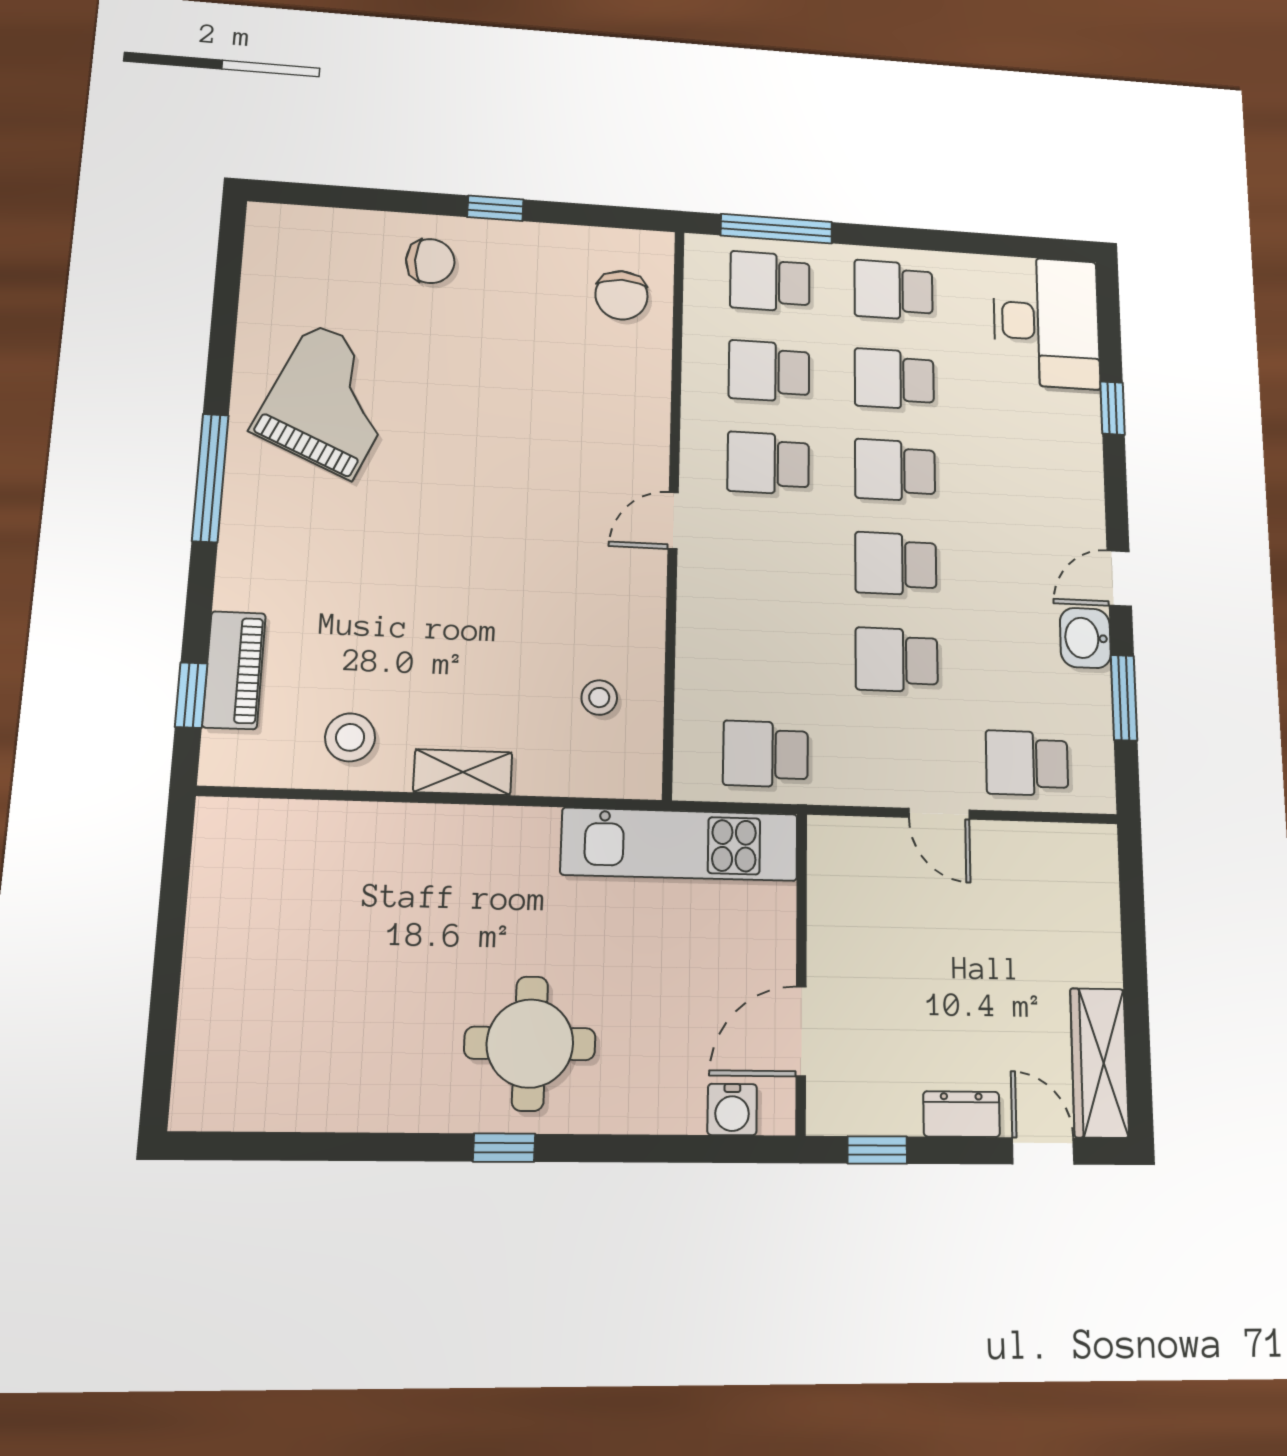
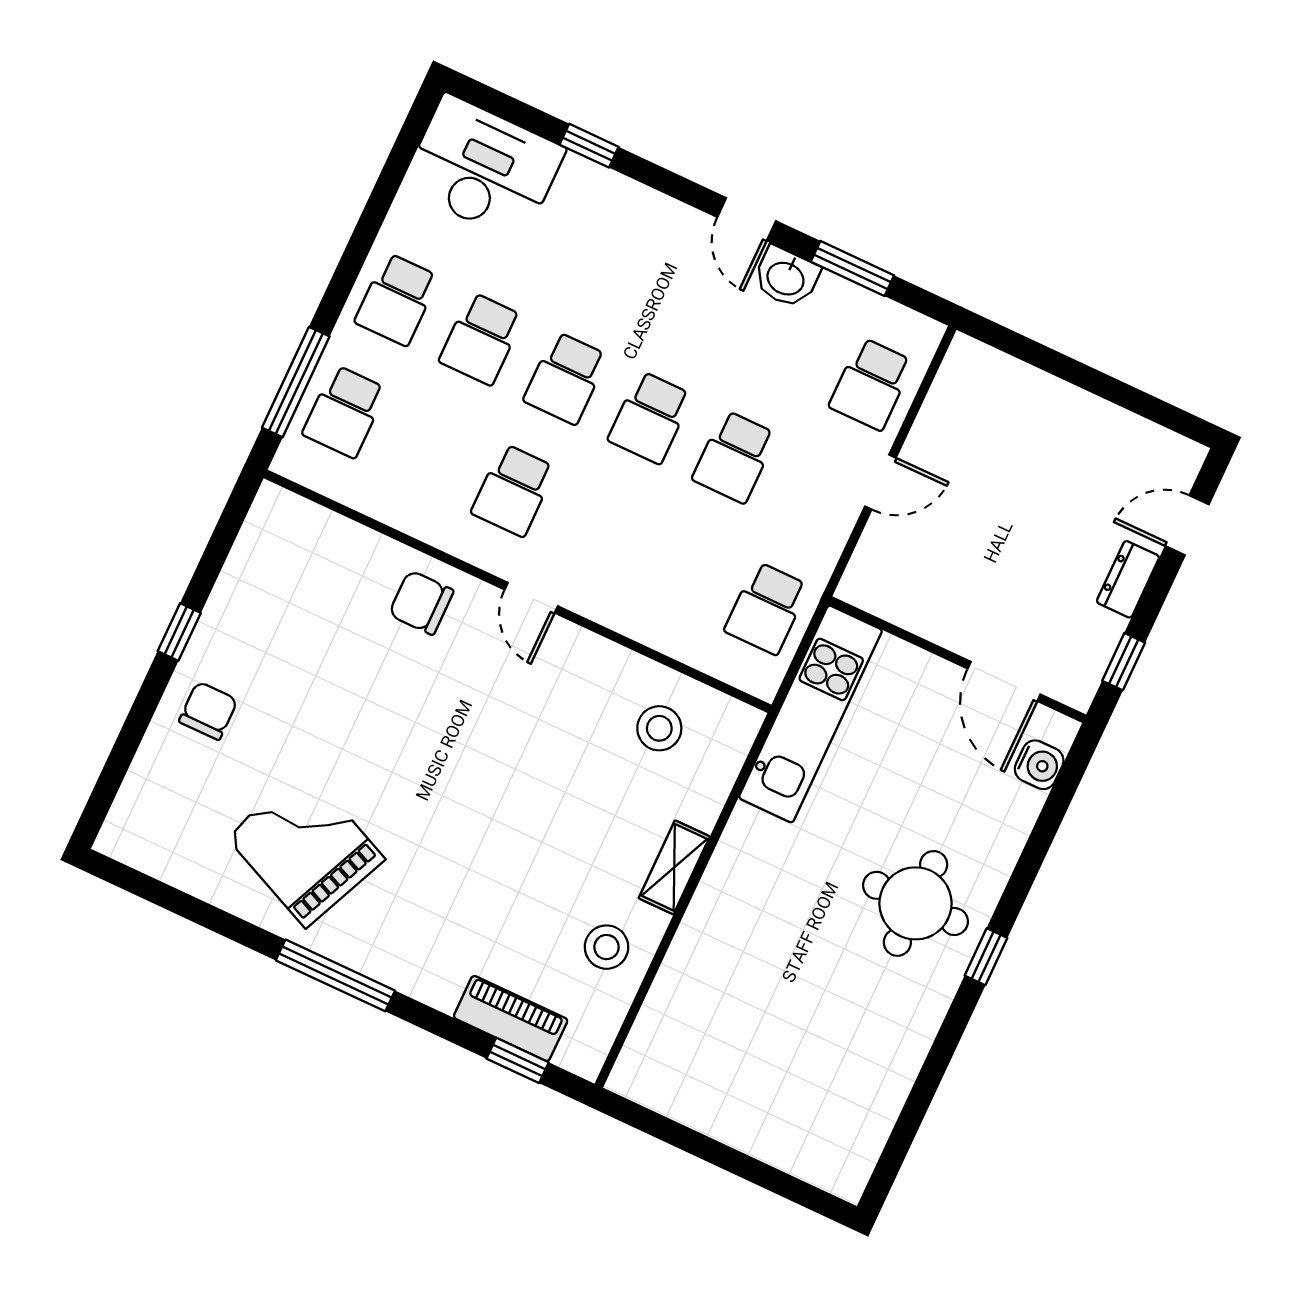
chair: (621, 295) -> (421, 603), moved, turned 180
school desk: (769, 371) -> (429, 451), removed
stool: (599, 698) -> (659, 728), width x1.37, depth x1.37
wardrobe: (1099, 1063) -> (1141, 443), removed

